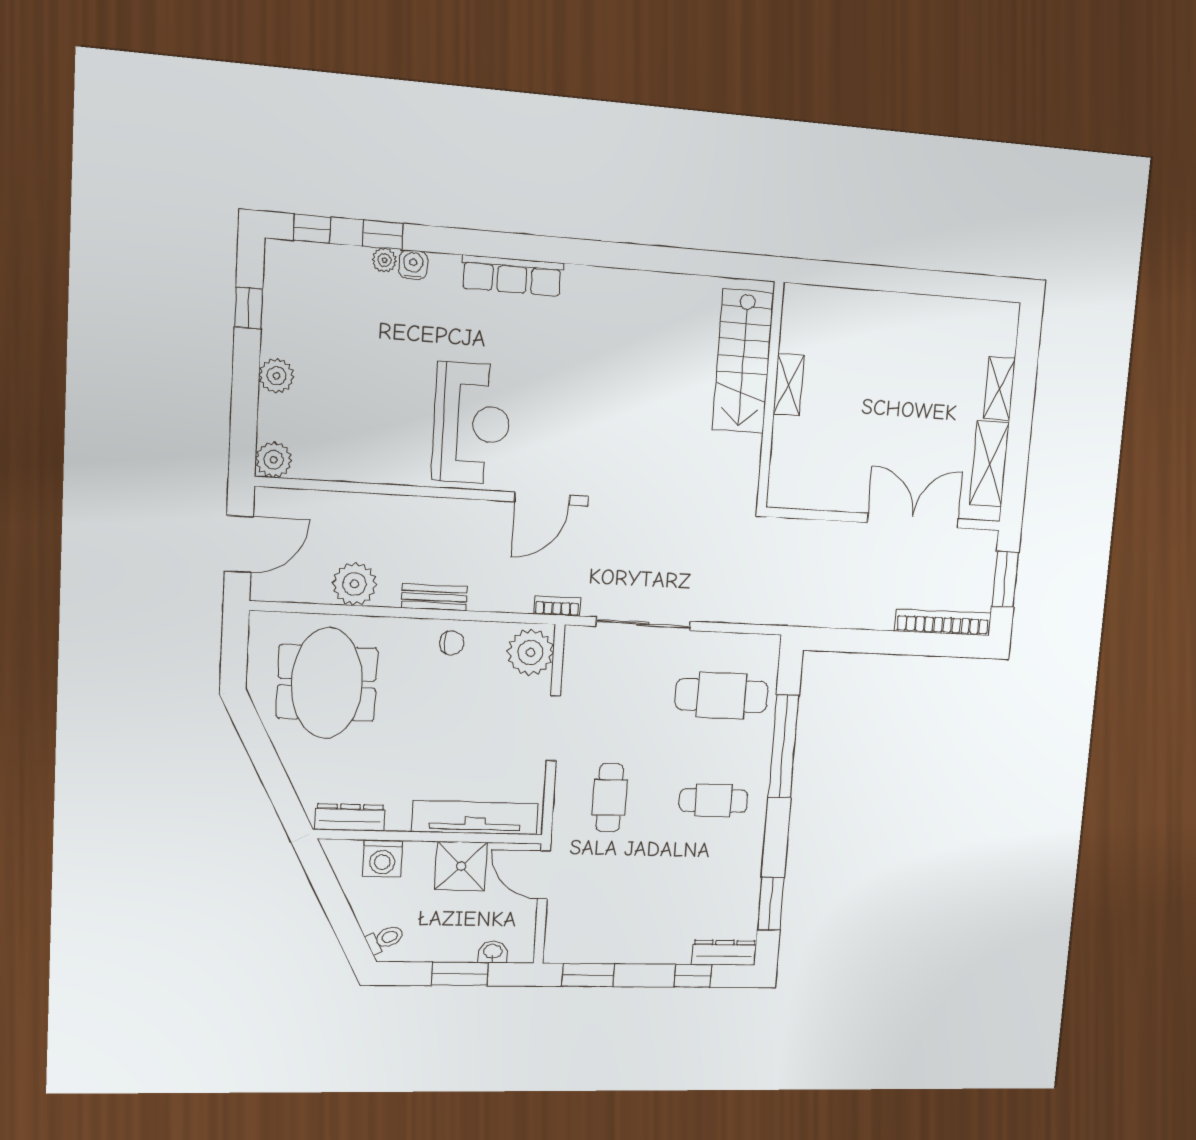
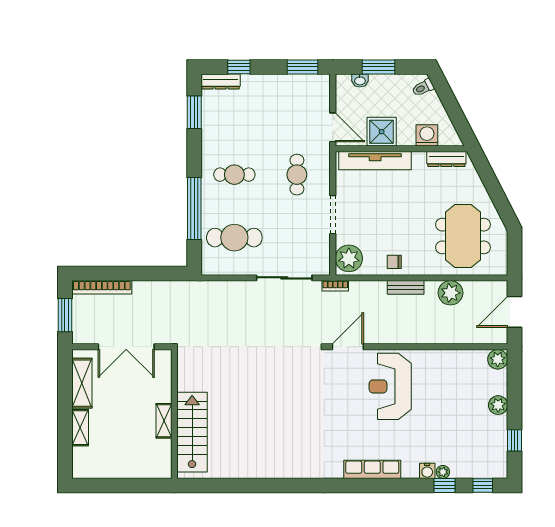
stairs: (743, 361) -> (192, 432), moved
shelving: (789, 385) -> (164, 421), moved
wall: (770, 395) -> (174, 414), moved

